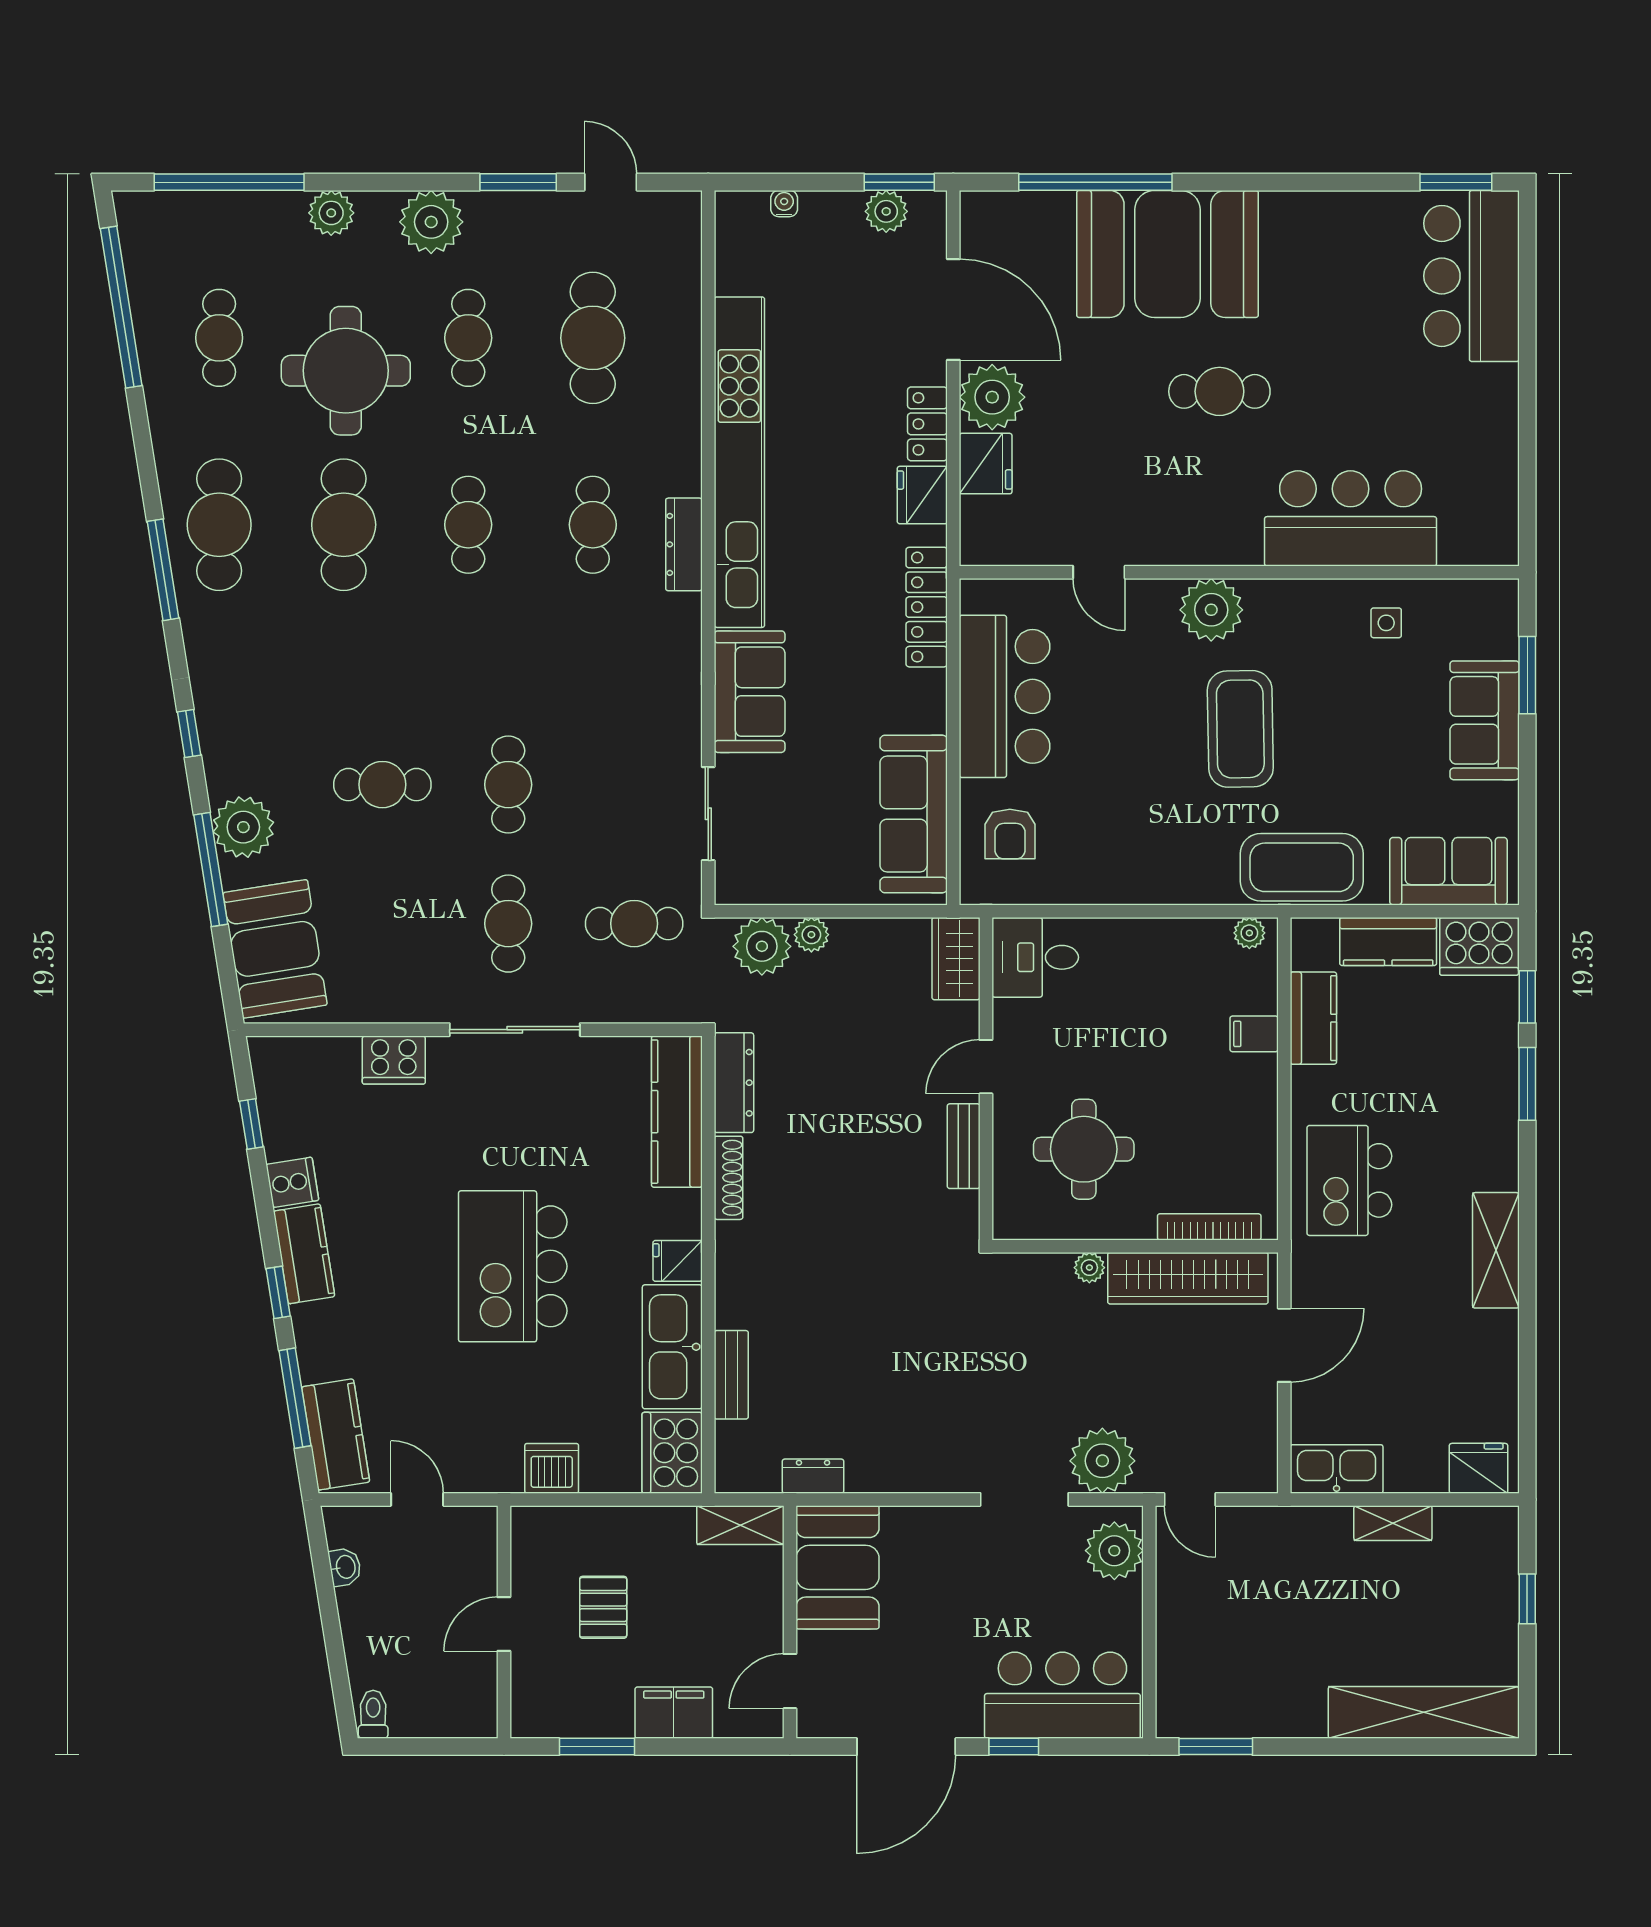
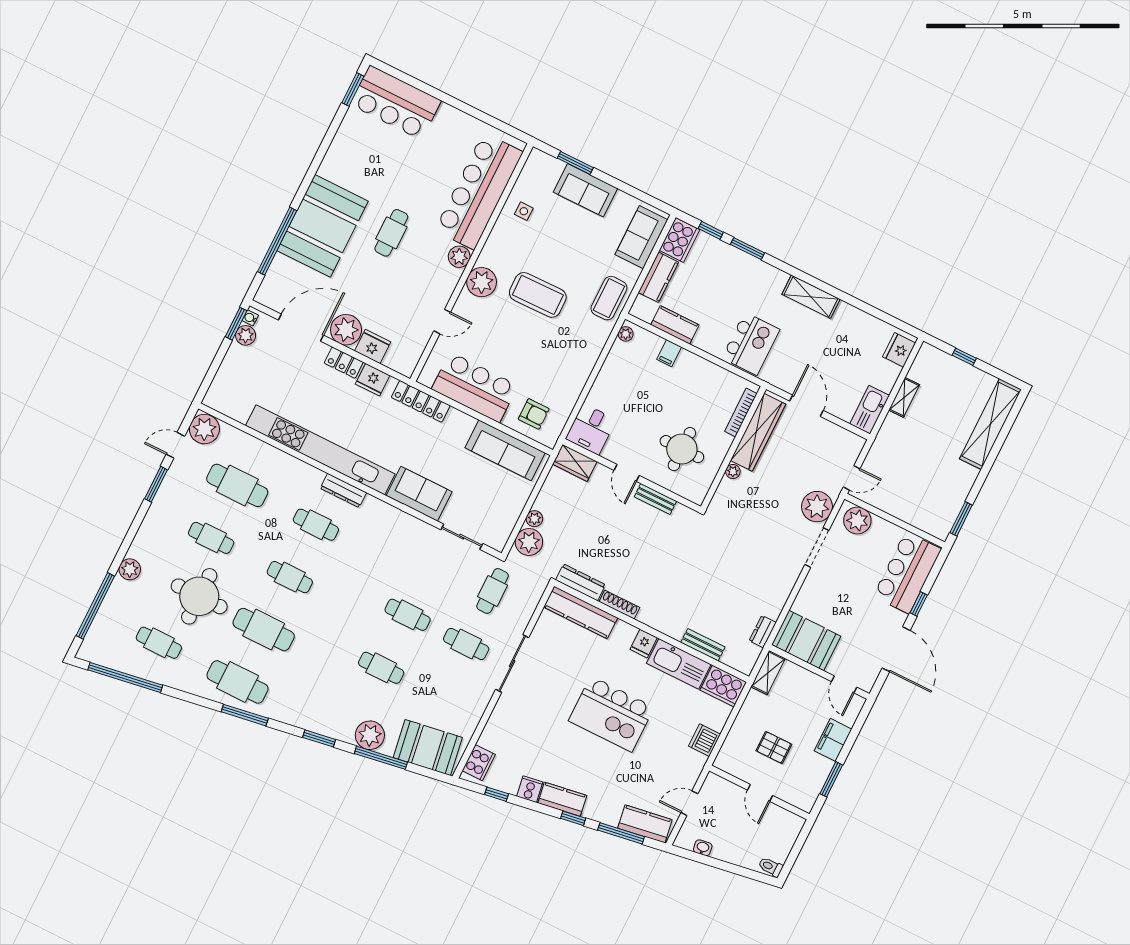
water cooler: (784, 204) -> (250, 318), moved
plant: (431, 222) -> (204, 429), moved
bar counter: (1351, 518) -> (479, 191), width x1.36
plant: (1238, 543) -> (459, 257), added
window: (189, 734) -> (319, 738), width x1.50
cafe table: (382, 785) -> (381, 668), turned 90
coffee table: (1302, 867) -> (609, 298), width x0.73, depth x0.76
cooker: (394, 1060) -> (479, 763), moved
kitchen island: (1349, 1180) -> (751, 344), turned -90

